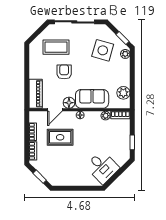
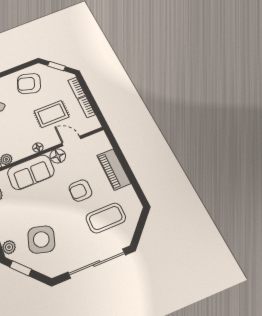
armchair: (64, 72) -> (80, 190), turned 90
piano: (36, 94) -> (114, 169), moved
door: (55, 110) -> (71, 141), hinge flipped
armchair: (66, 171) -> (29, 84), added

